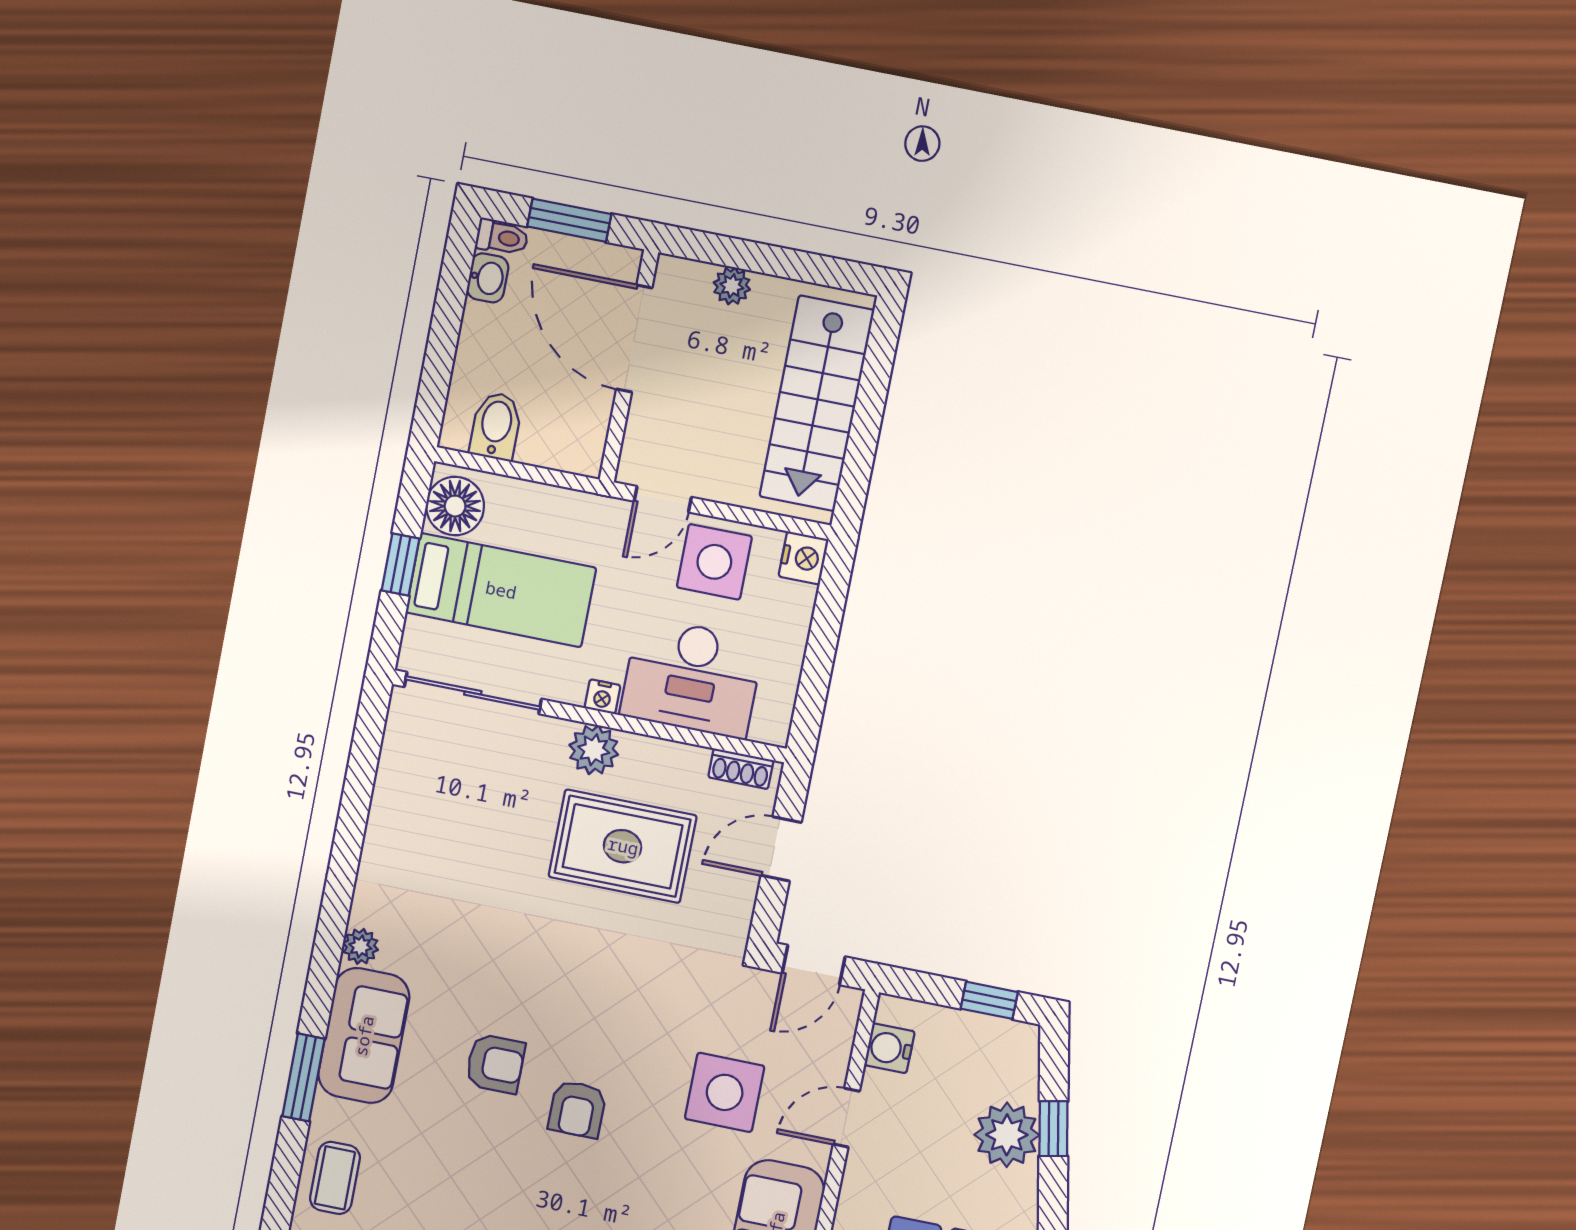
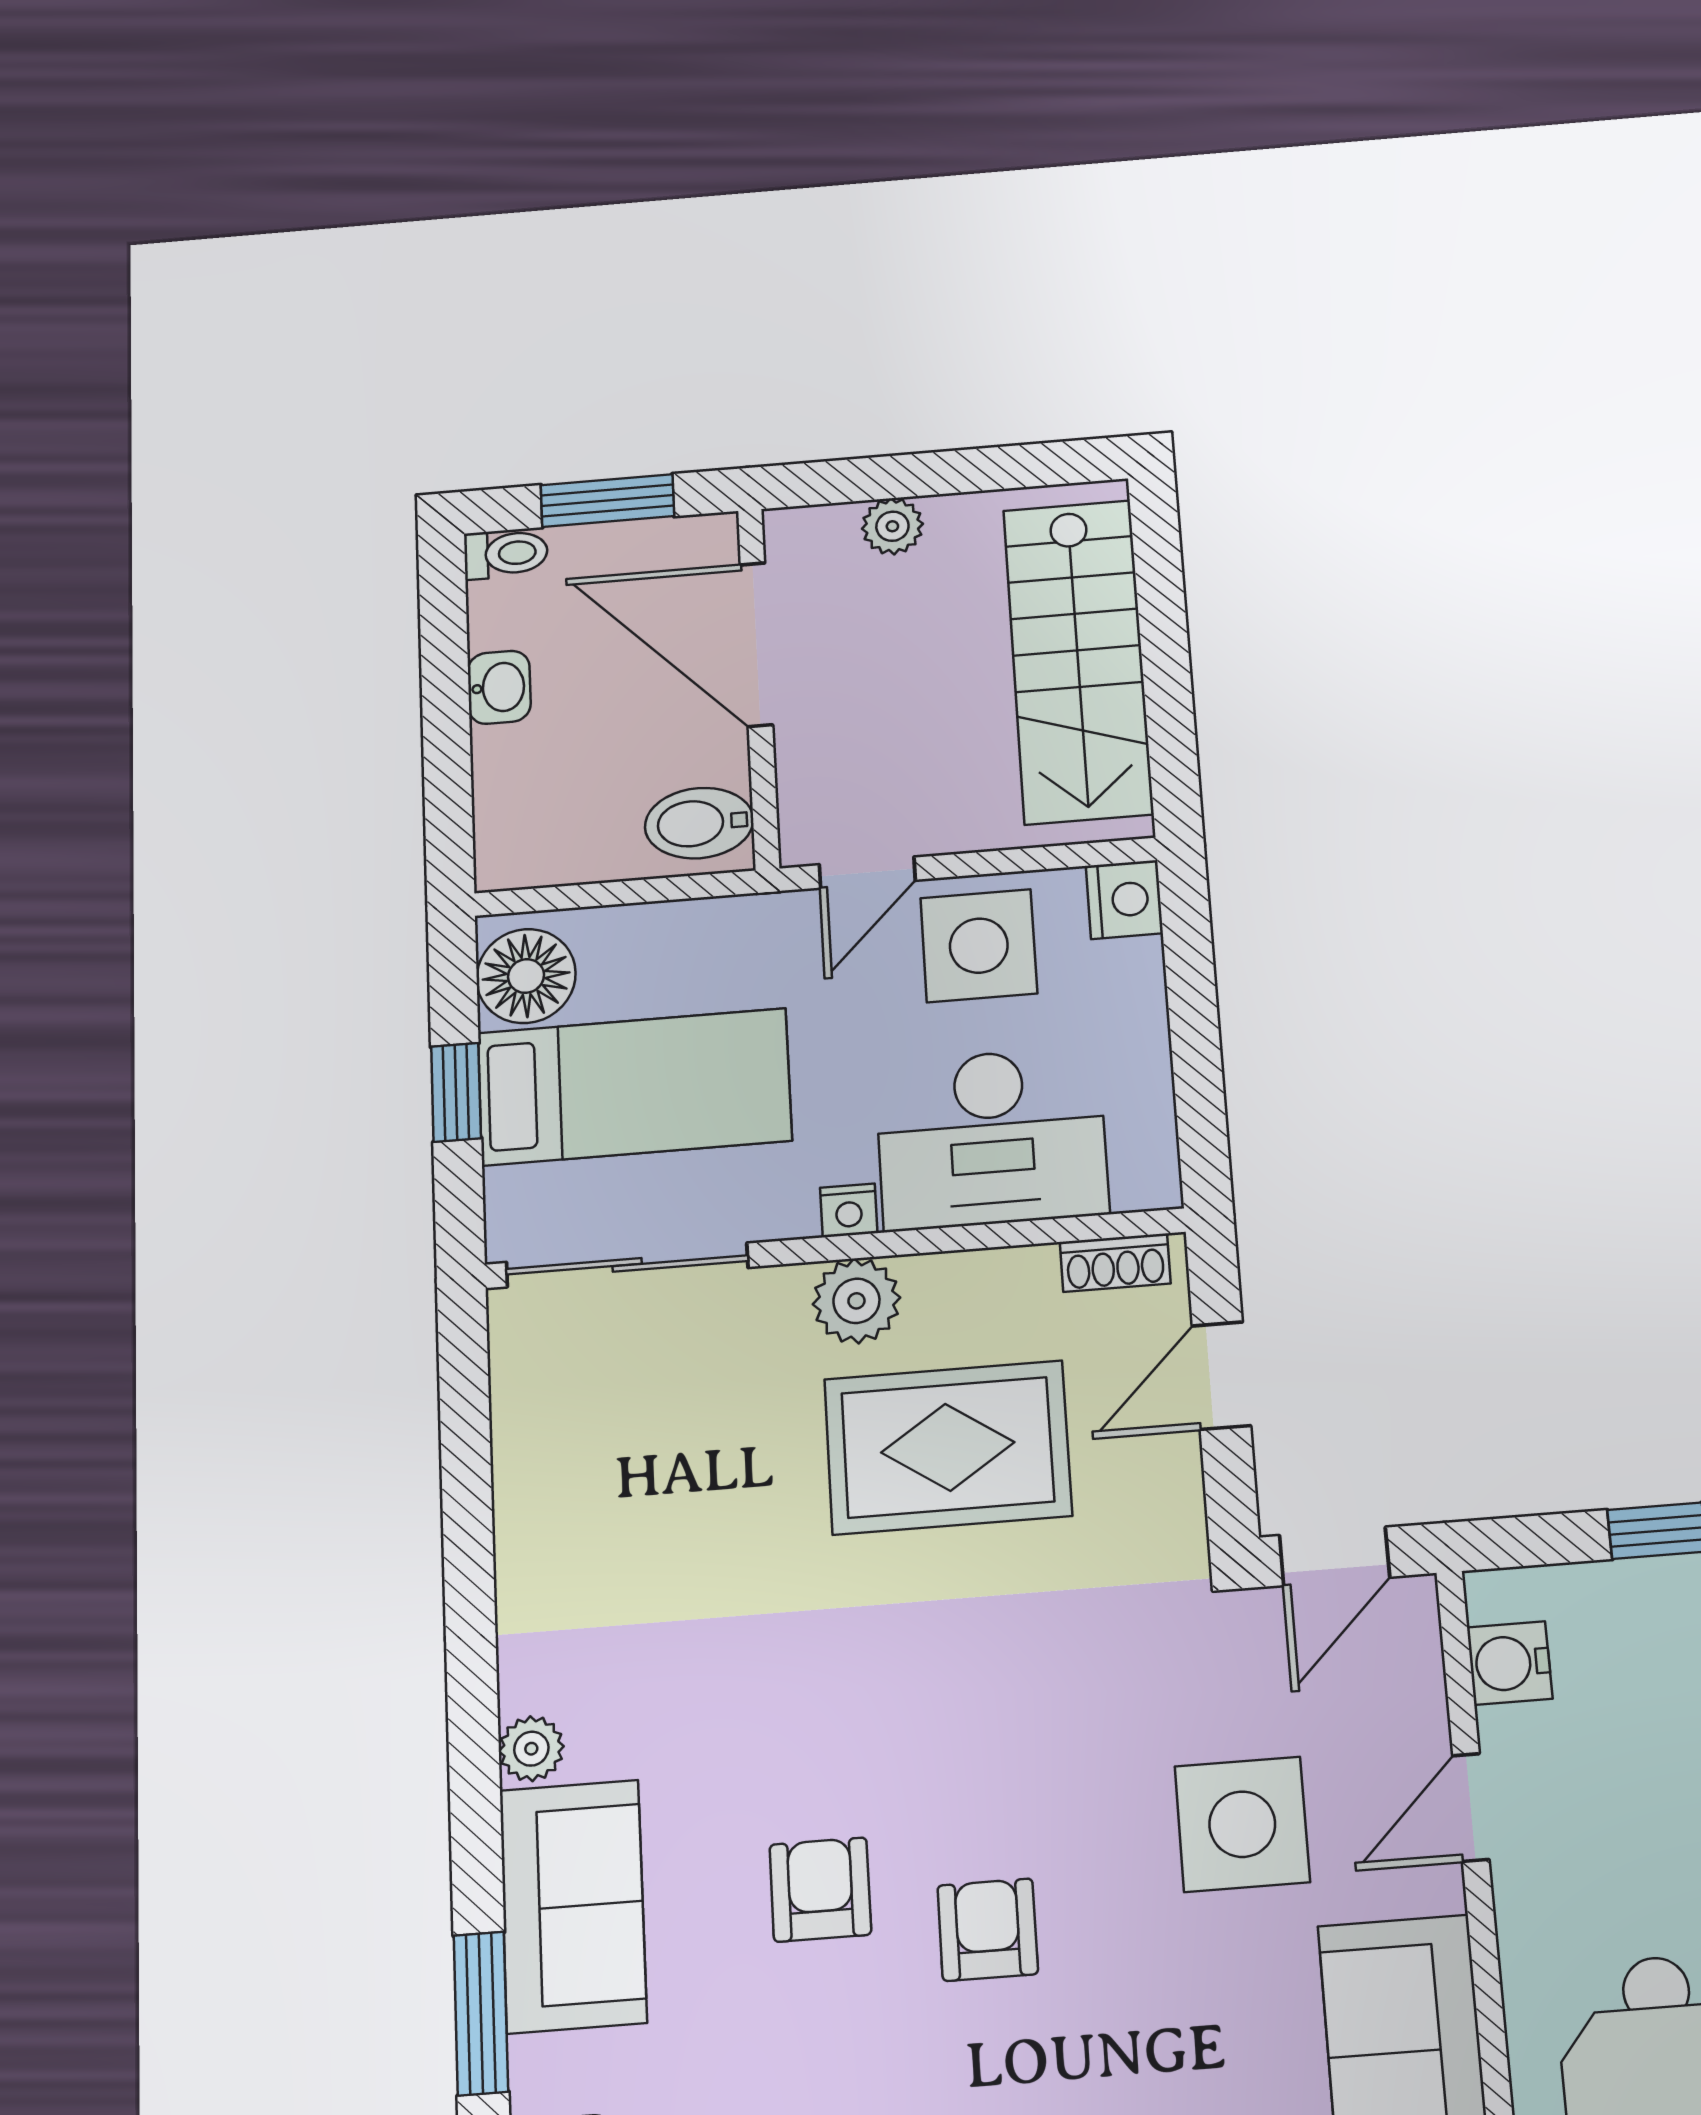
washbasin: (488, 278) -> (499, 687), moved
bidet: (496, 426) -> (699, 823), moved, turned -90
armchair: (495, 1064) -> (820, 1890), turned -90
armchair: (577, 1109) -> (988, 1930), turned 180

